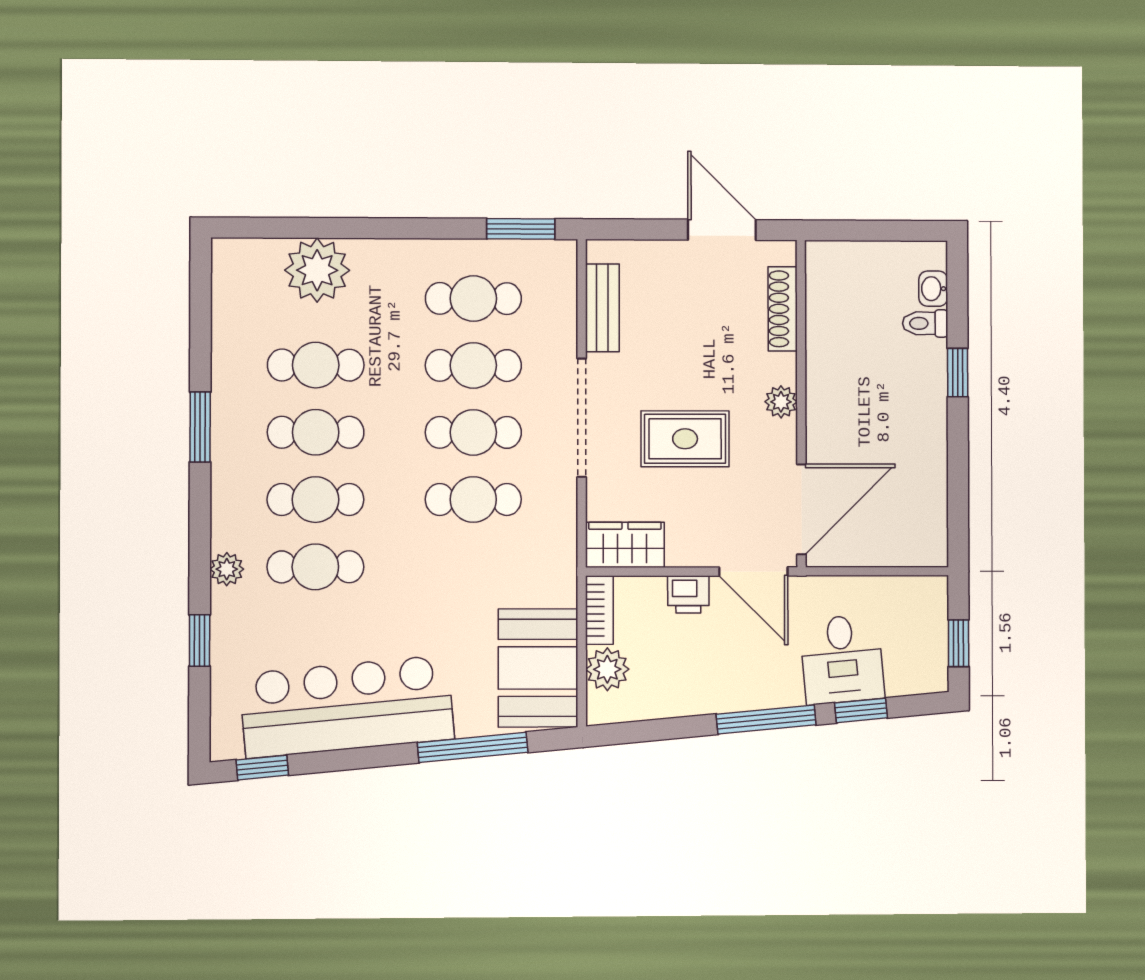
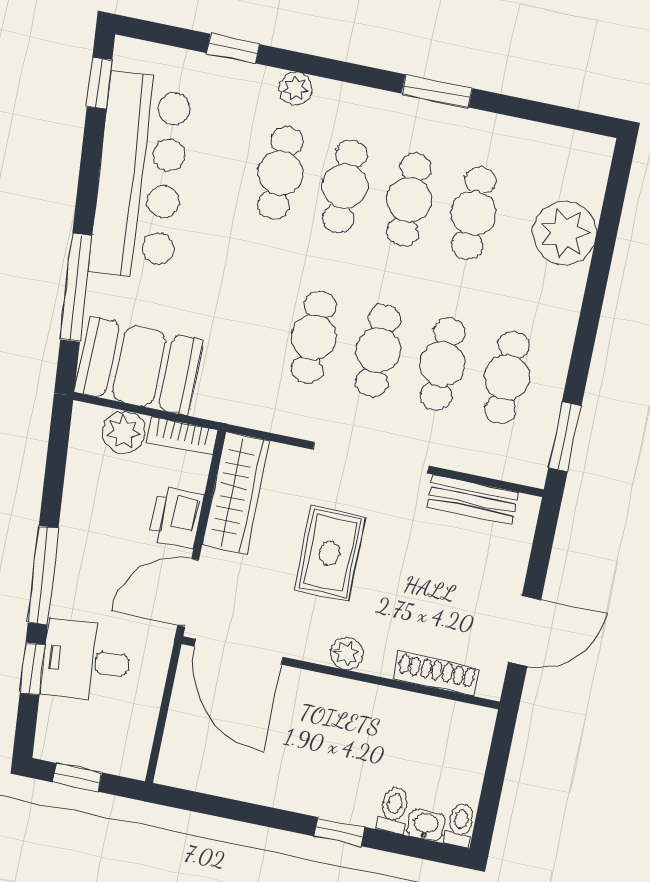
toilet: (926, 255) -> (460, 825), added
wardrobe: (625, 545) -> (236, 493), width x1.50
printer: (688, 594) -> (177, 517), width x1.36, depth x1.24

